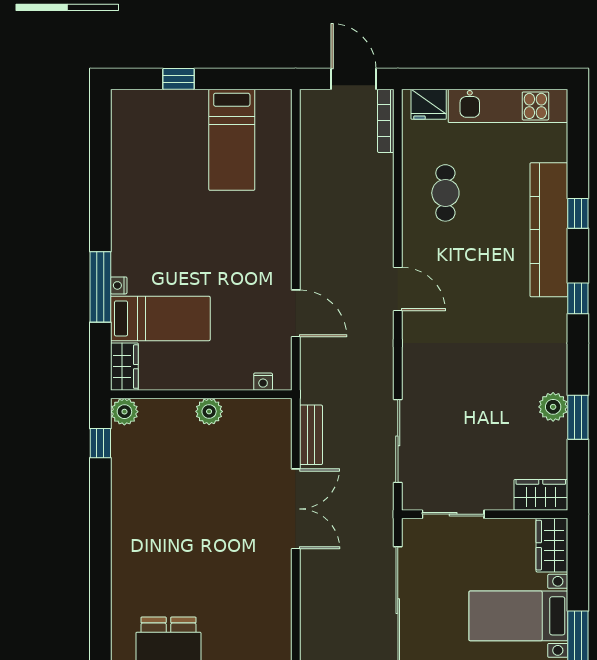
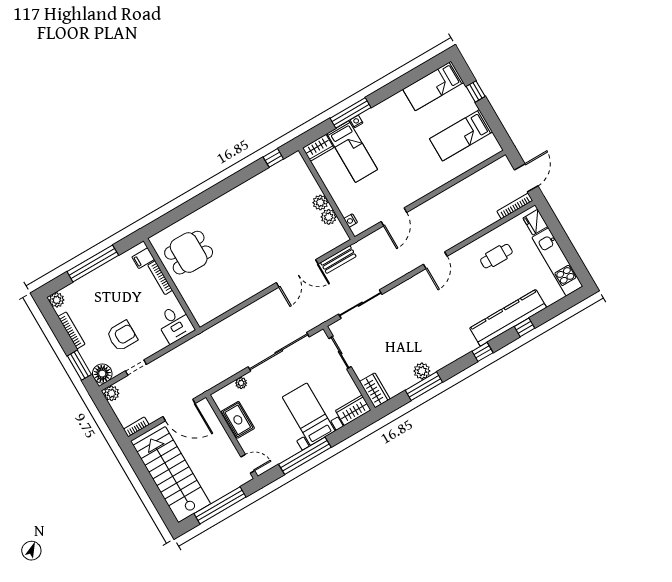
bed: (133, 138) -> (433, 86), added
plant: (124, 412) -> (329, 217), moved
window: (578, 417) -> (424, 386), width x1.44

